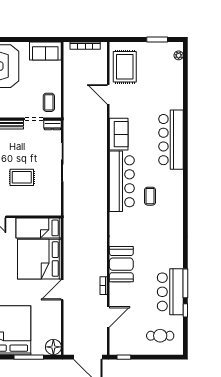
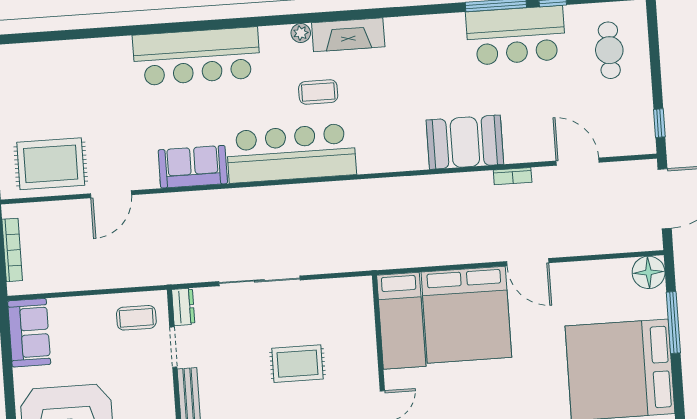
plant: (179, 55) -> (301, 33), moved
rug: (22, 177) -> (297, 364), turned 90
fireplace: (176, 212) -> (348, 35), added

